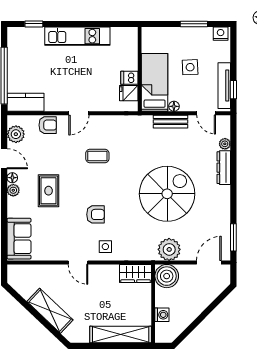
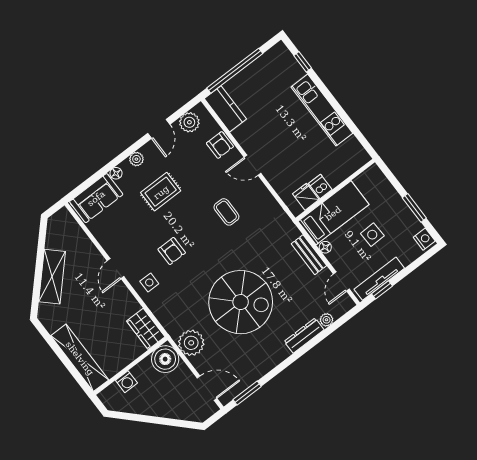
floor lamp: (12, 178) -> (116, 173), moved

